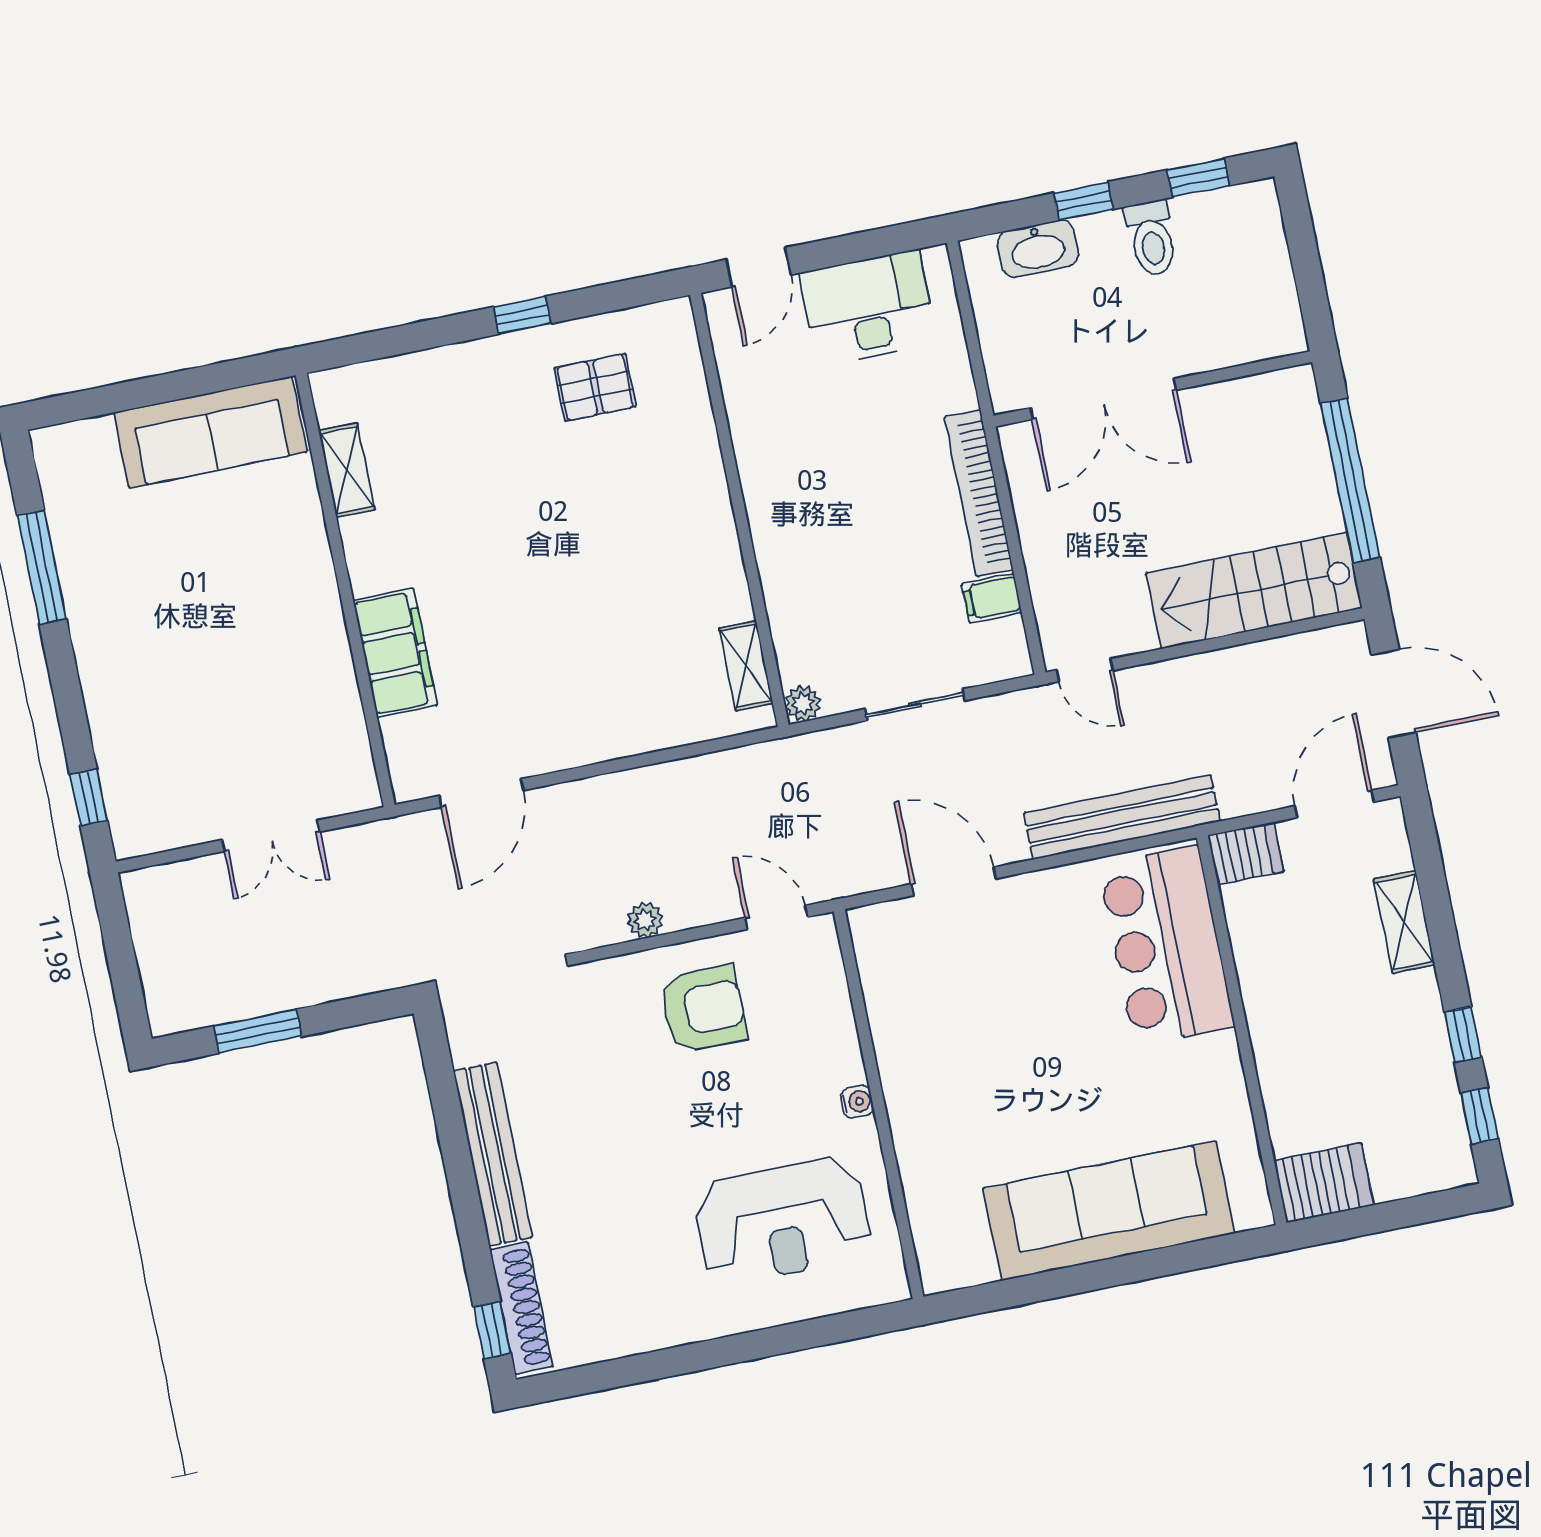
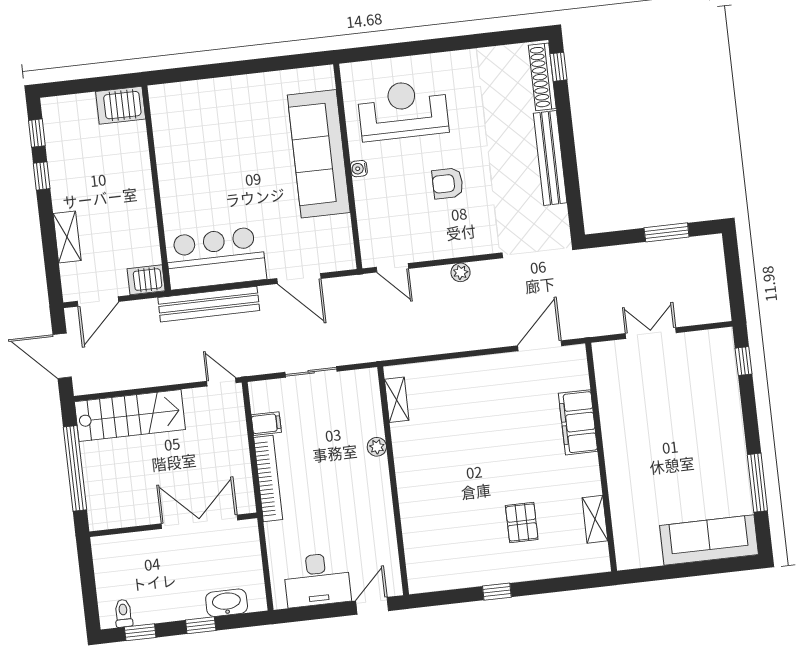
toilet: (1151, 238) -> (123, 613), moved, width x0.73, depth x0.72
pallet: (595, 387) -> (522, 522), moved, turned 90
sofa: (210, 432) -> (709, 540), moved
plant: (803, 703) -> (377, 447), moved
bar counter: (1166, 946) -> (216, 258), moved, turned -90
armchair: (703, 1009) -> (448, 183), moved, width x0.72, depth x0.72
sofa: (1109, 1211) -> (319, 154), moved, turned 90

